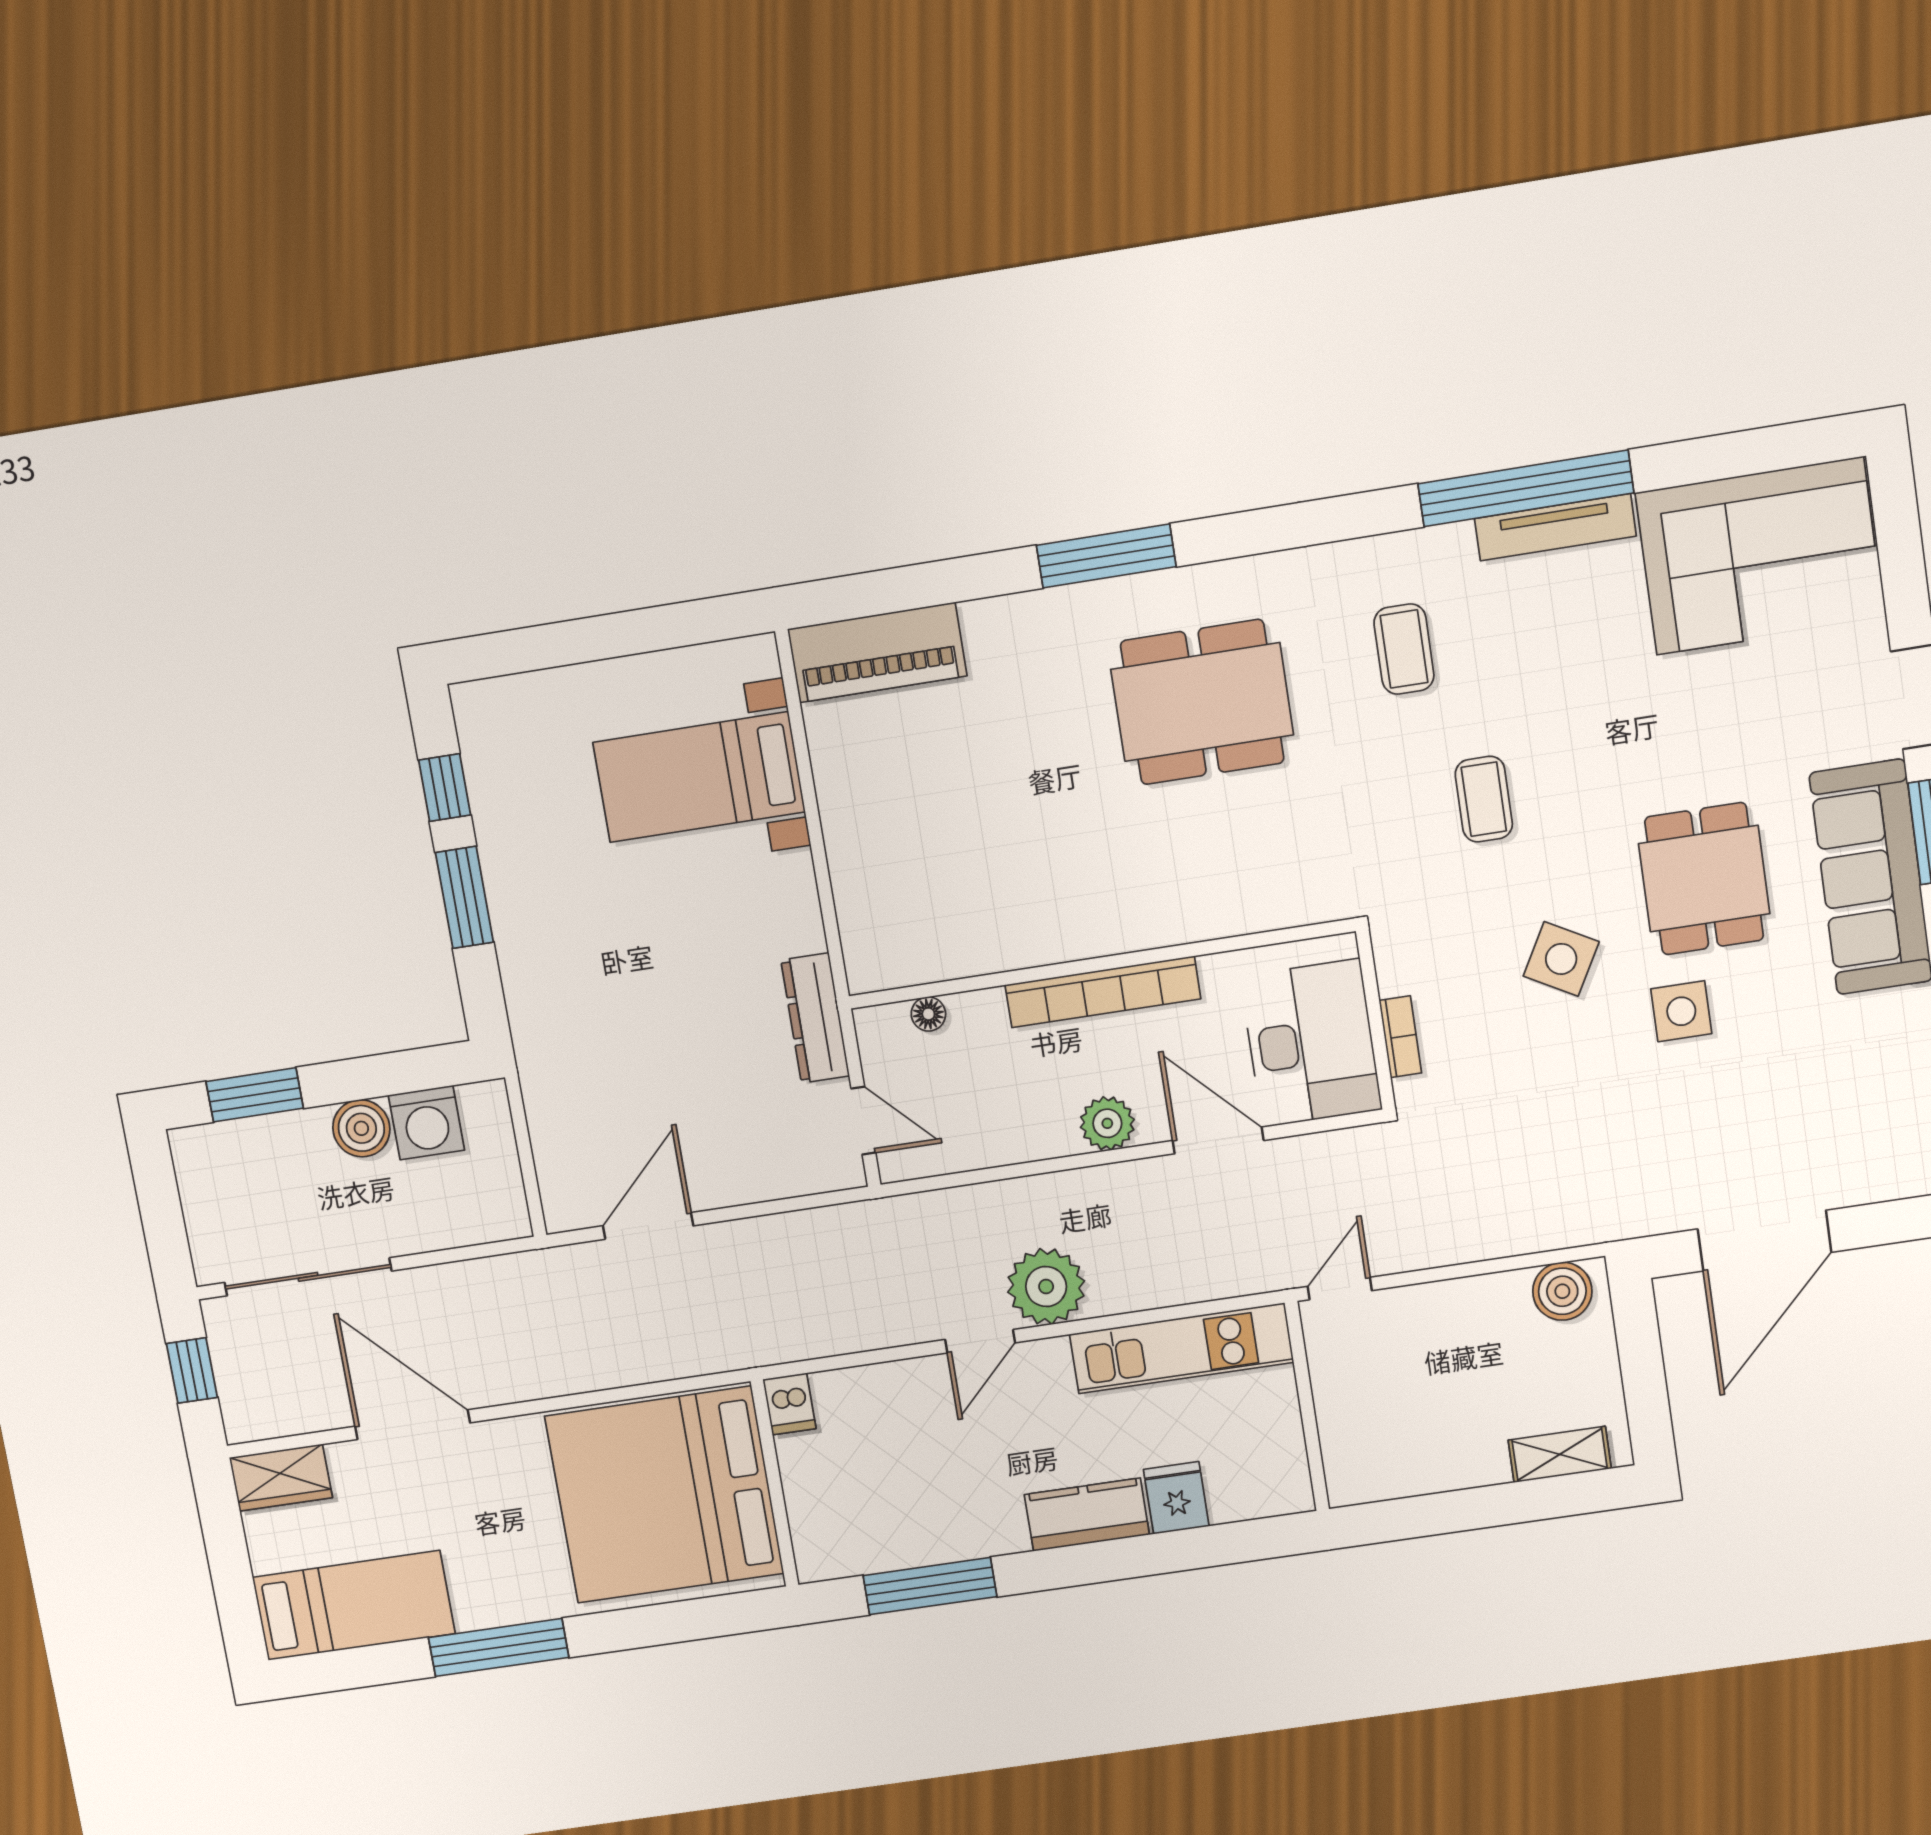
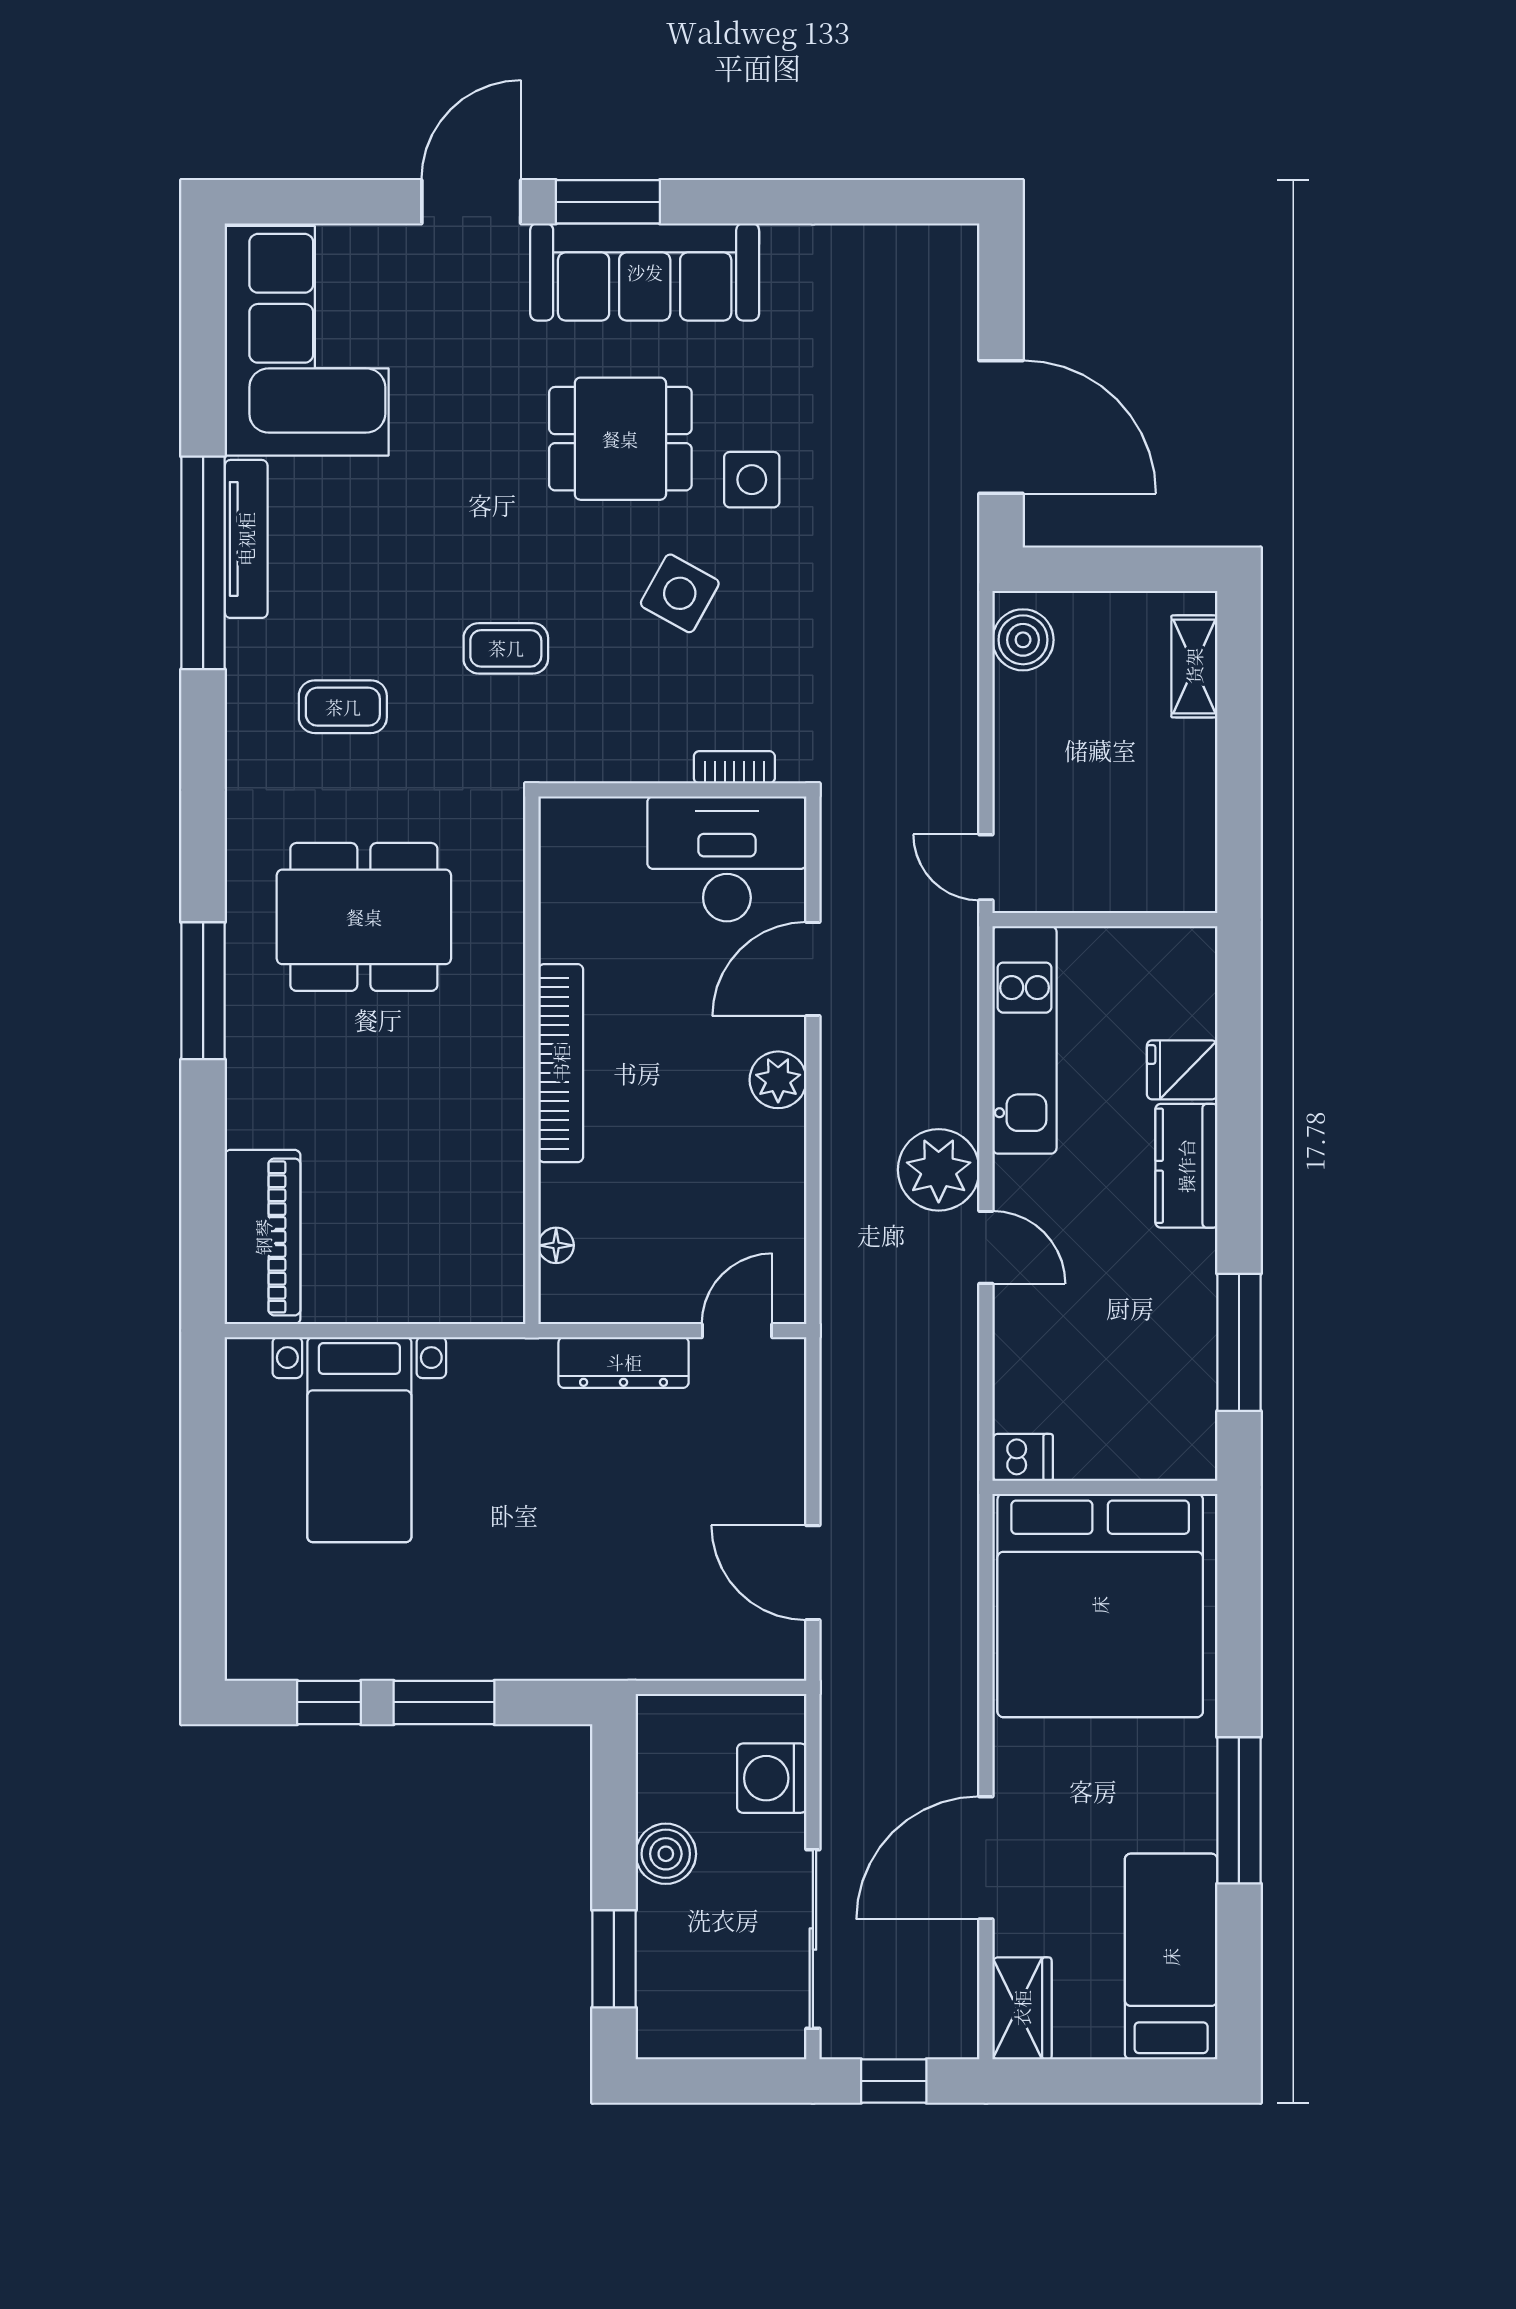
dining table: (1202, 702) -> (364, 917), turned 90
wall: (1101, 964) -> (532, 1060), moved
bookcase: (1103, 992) -> (561, 1063), moved
floor lamp: (928, 1014) -> (556, 1245), moved
washing machine: (426, 1123) -> (772, 1778), moved, turned 180

